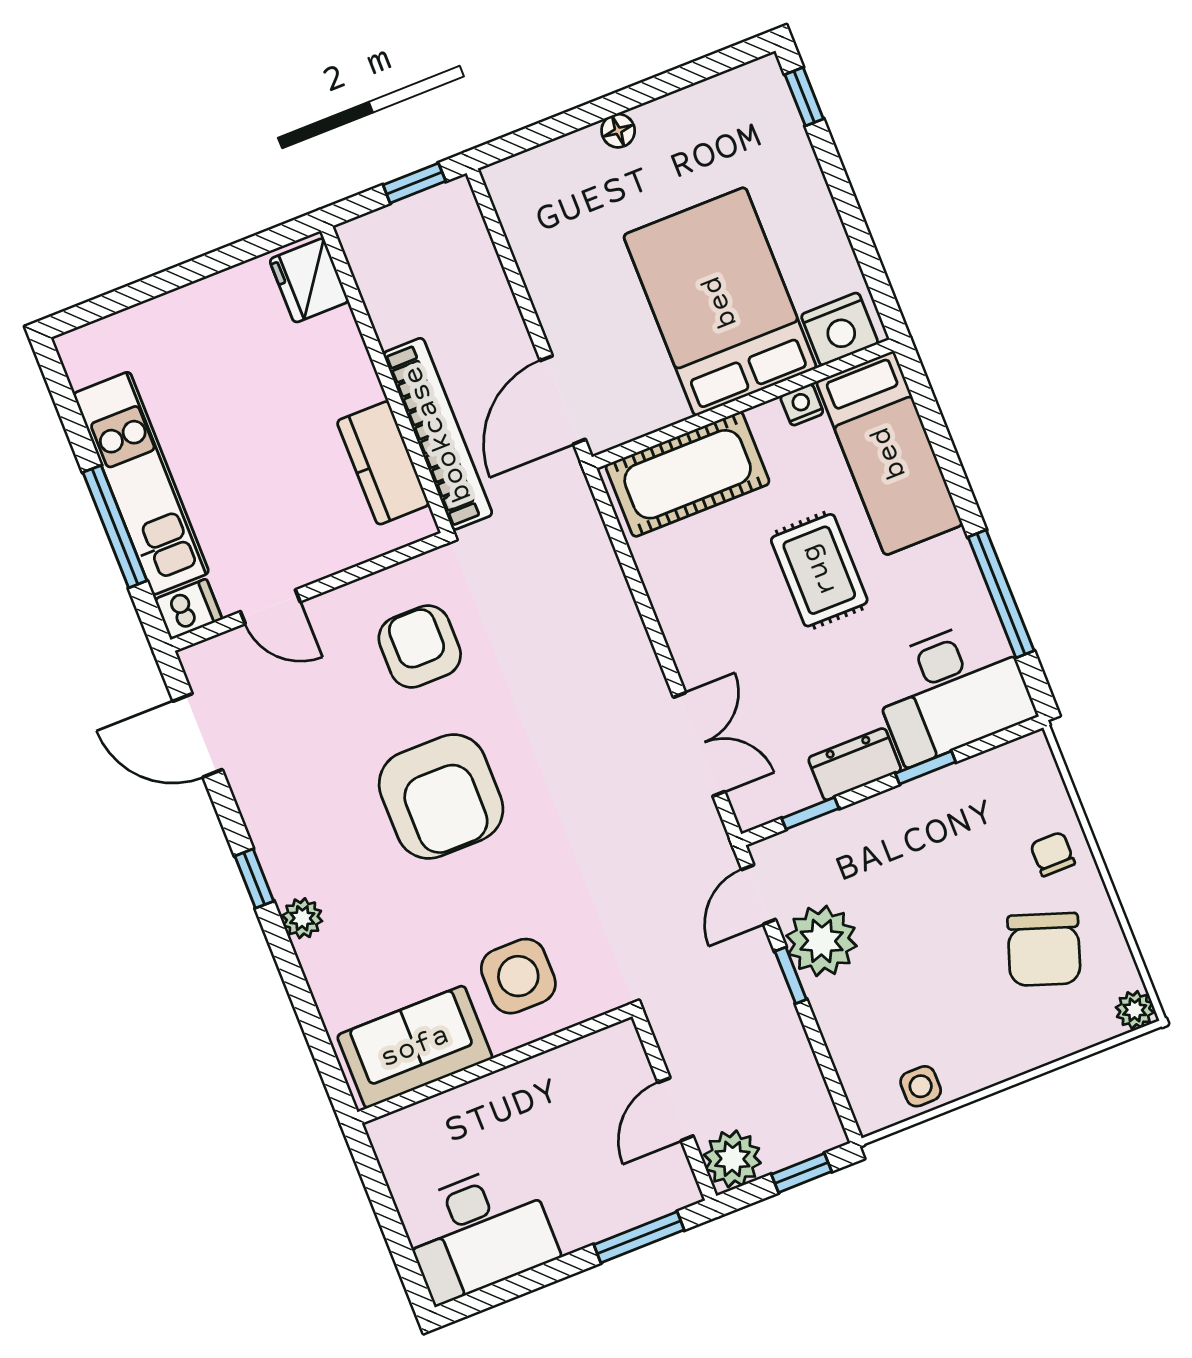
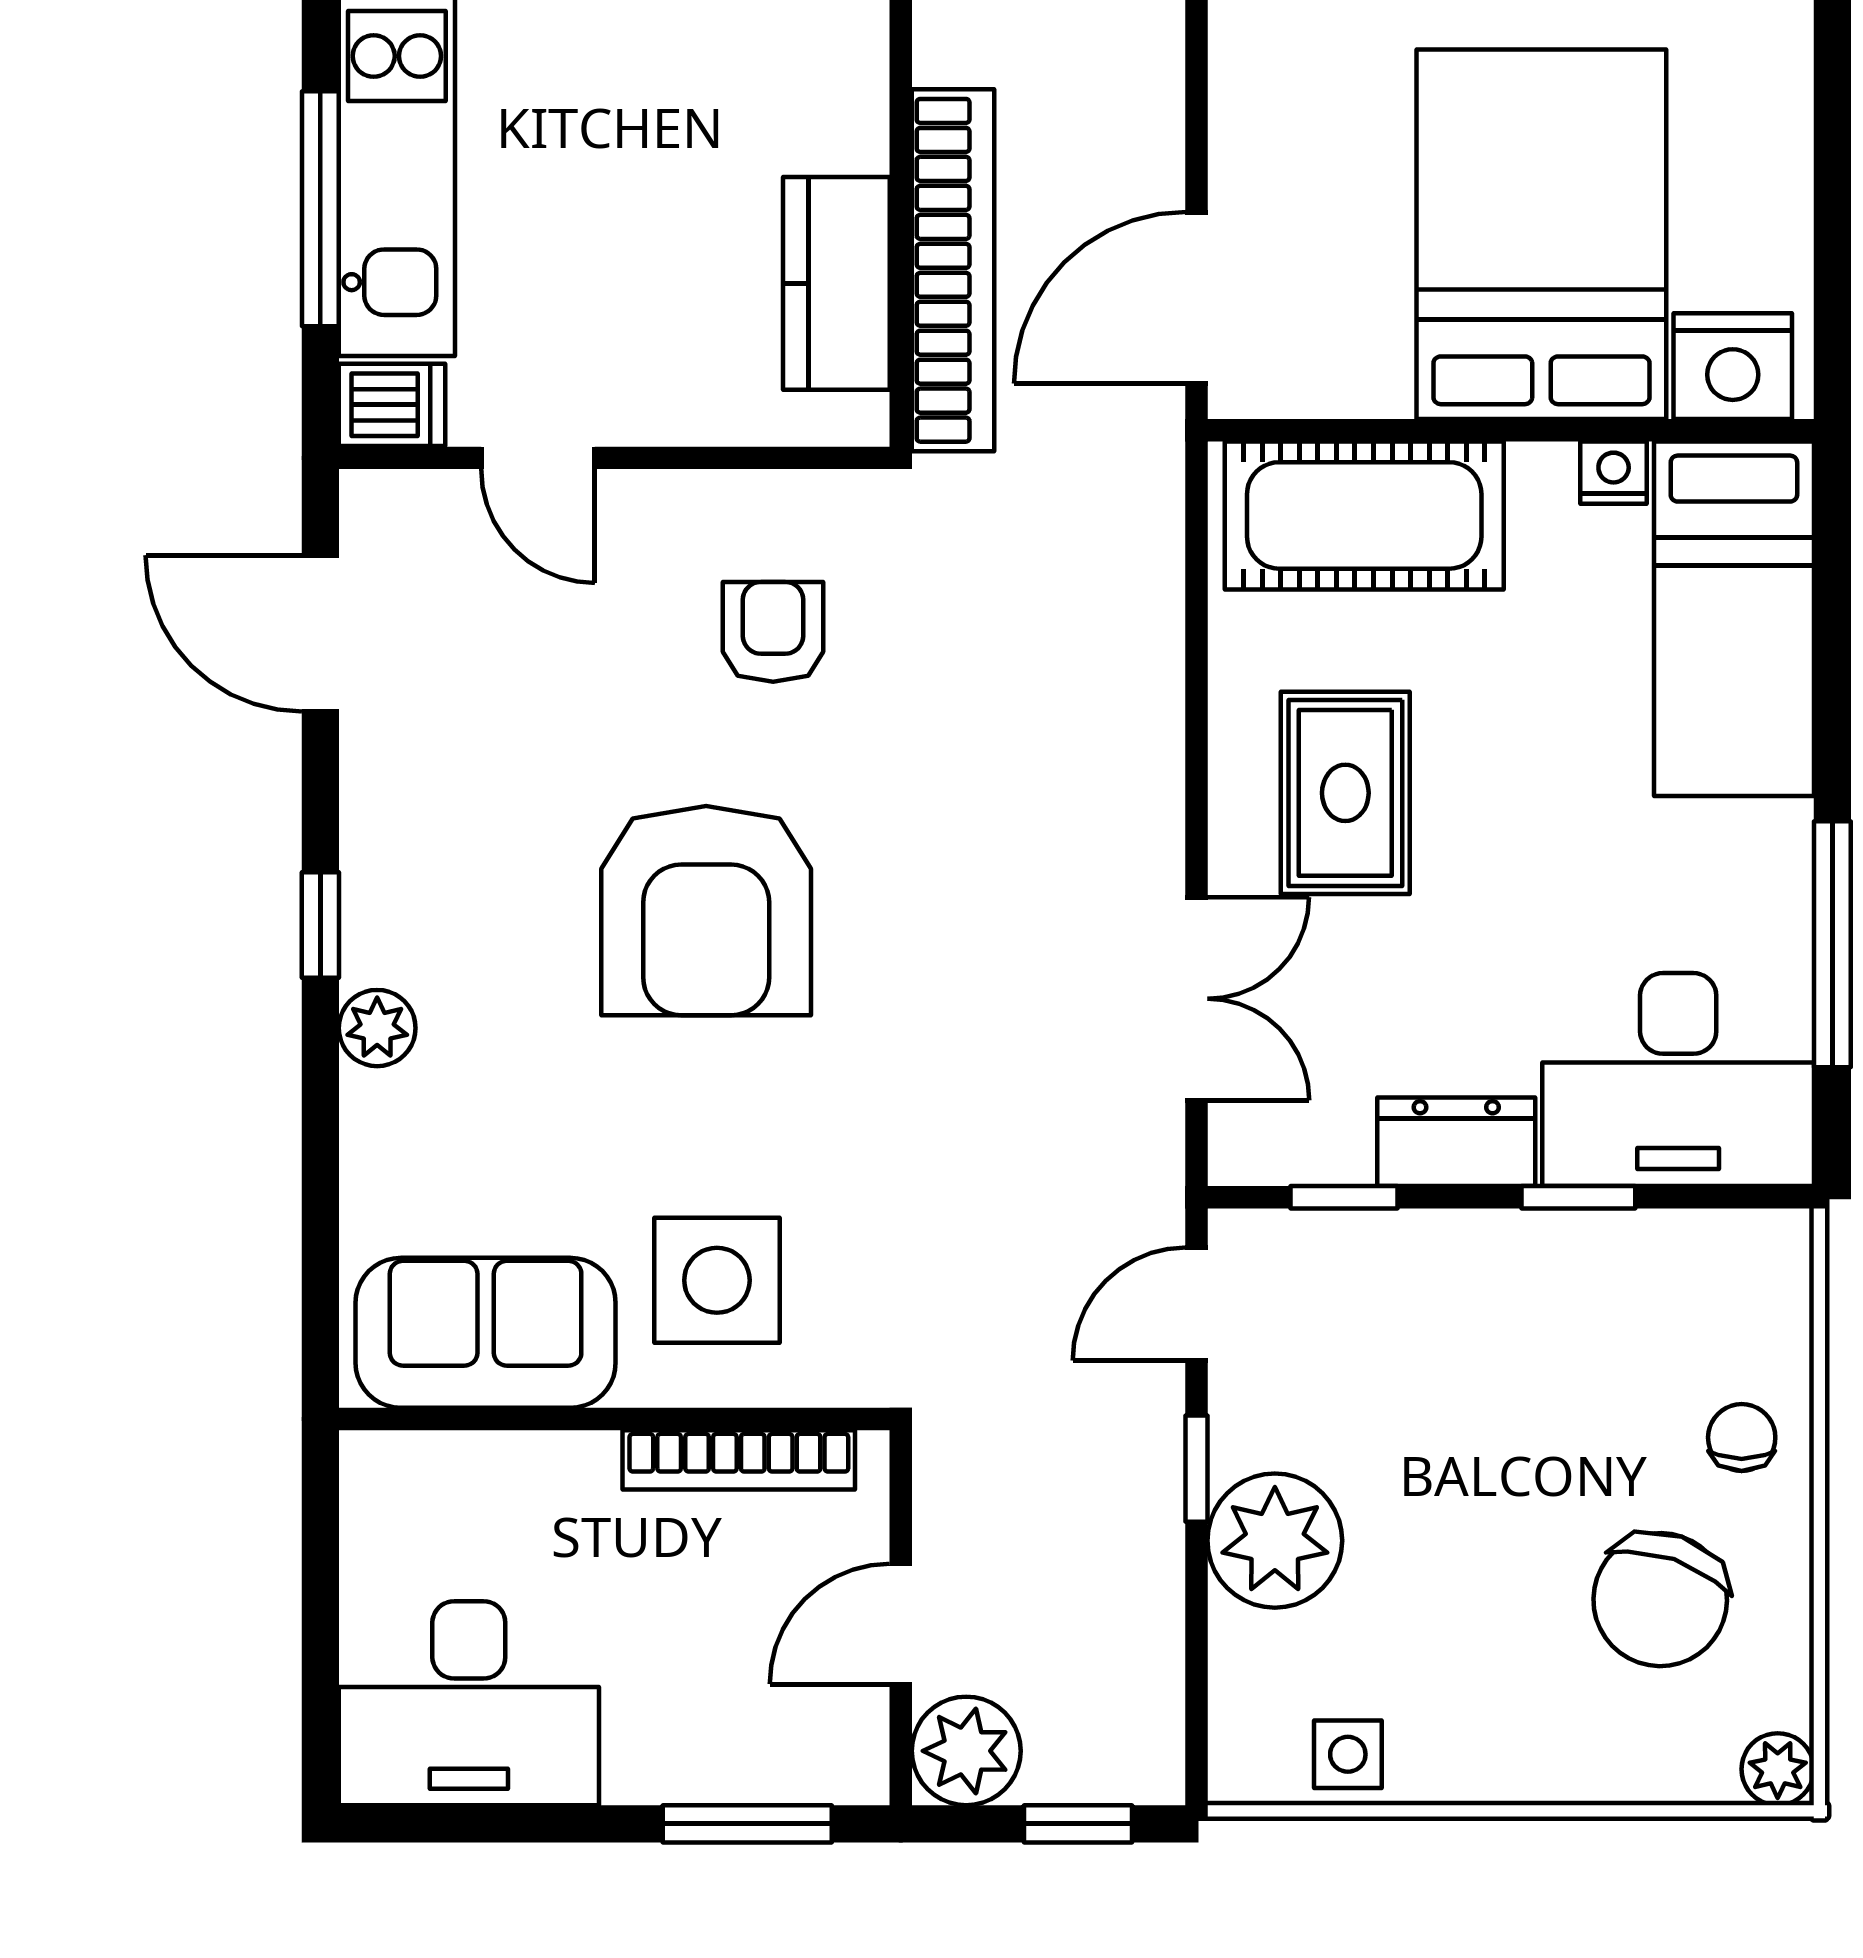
rug: (819, 570) -> (1345, 793), moved
armchair: (420, 647) -> (773, 632), width x0.72, depth x0.72
plant: (822, 941) -> (1275, 1541), moved
bookcase: (564, 1060) -> (739, 1460), added

